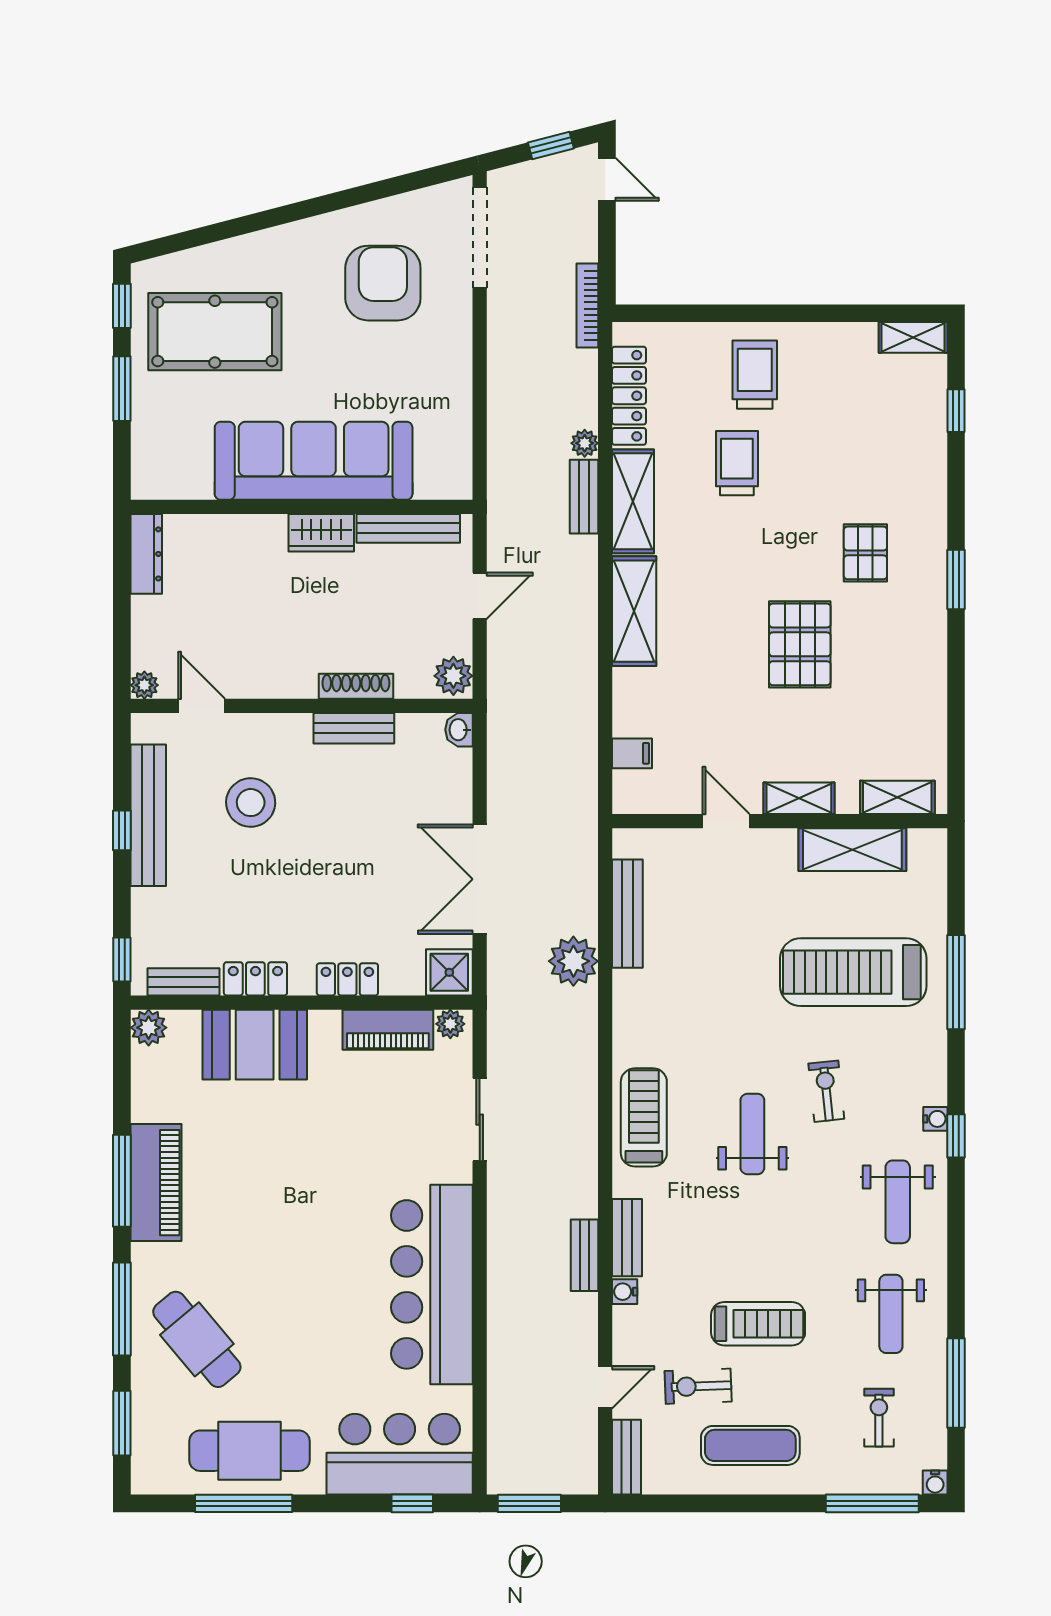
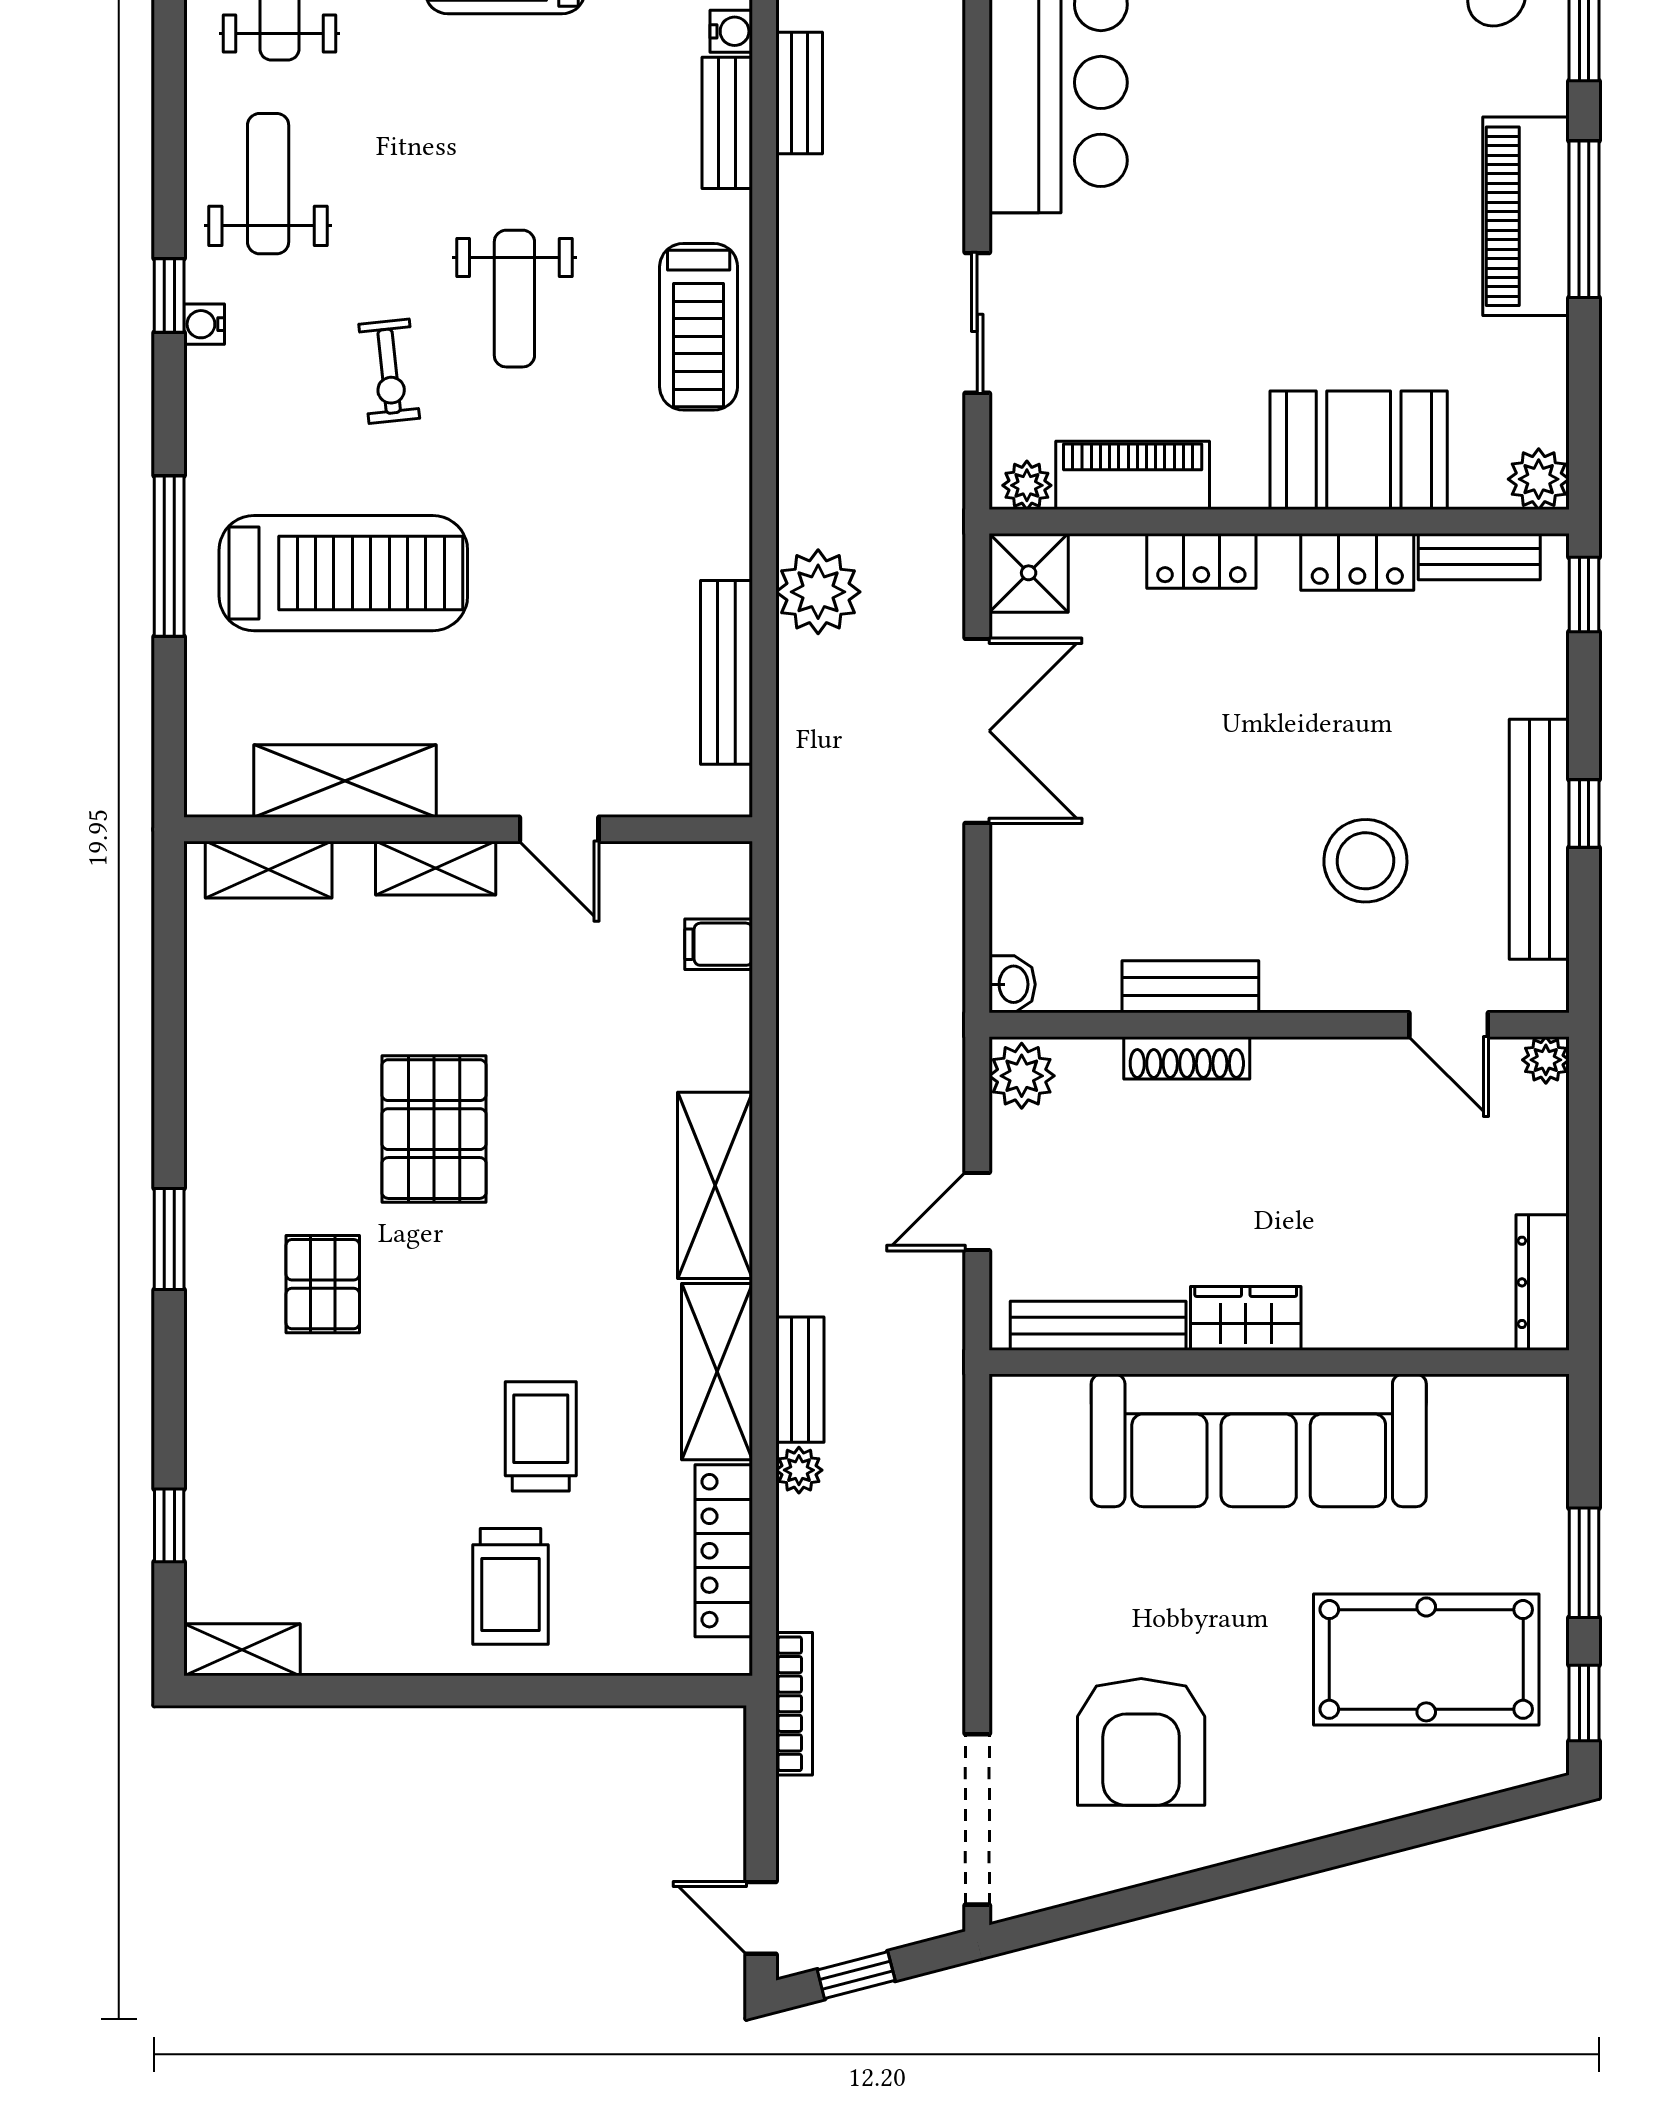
trolley: (737, 463) -> (541, 1436), turned 180

